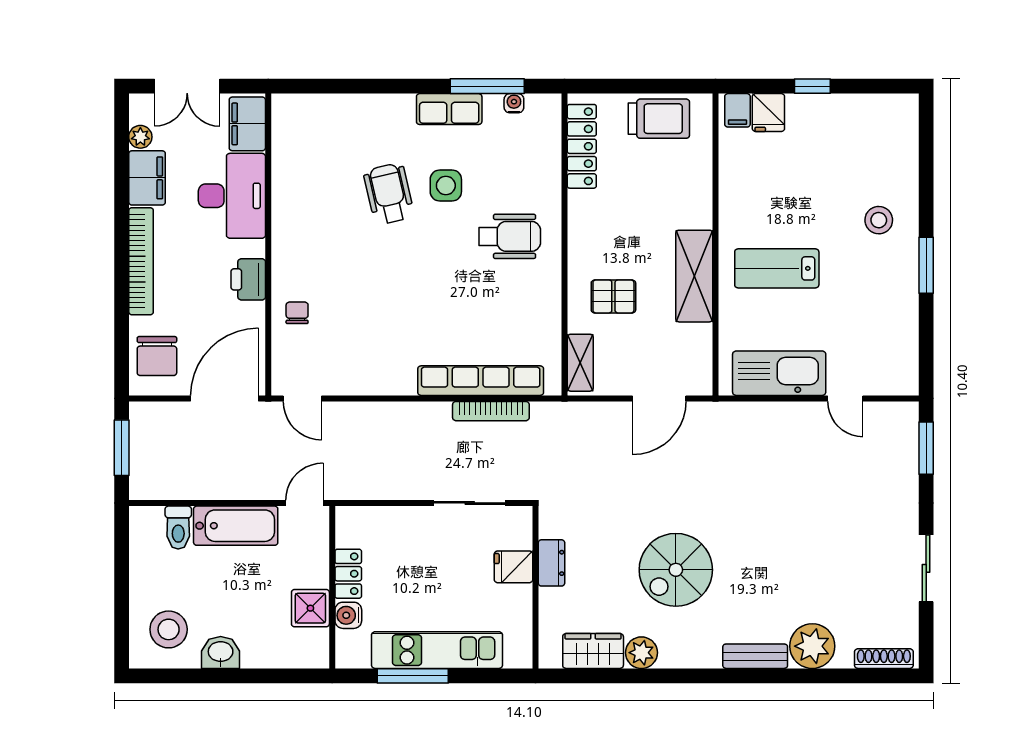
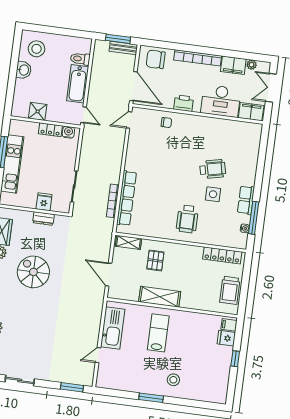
bench: (141, 433) -> (123, 48), added
water cooler: (348, 615) -> (68, 132), moved

